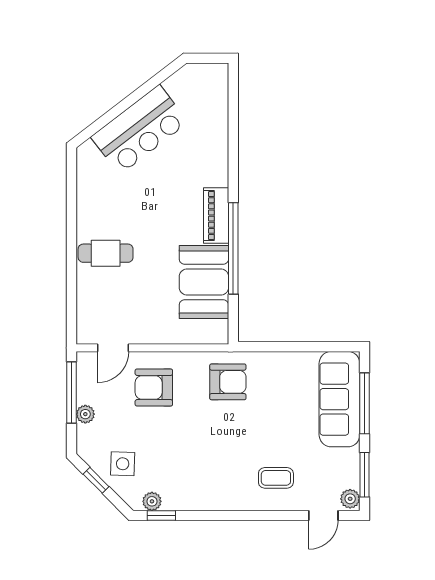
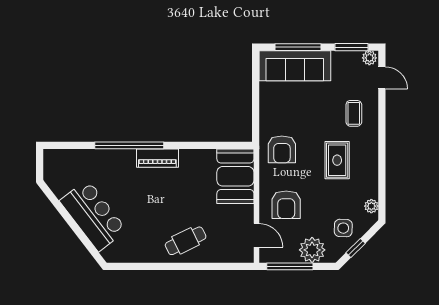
window: (233, 248) -> (129, 145), moved
cafe table: (106, 253) -> (186, 241), turned 64
booth: (204, 282) -> (235, 176), moved, turned 90
armchair: (228, 382) -> (282, 149), turned 180
plant: (85, 414) -> (312, 250), width x1.88, depth x1.88
rug: (213, 456) -> (337, 160), added
window: (161, 515) -> (382, 199), removed

